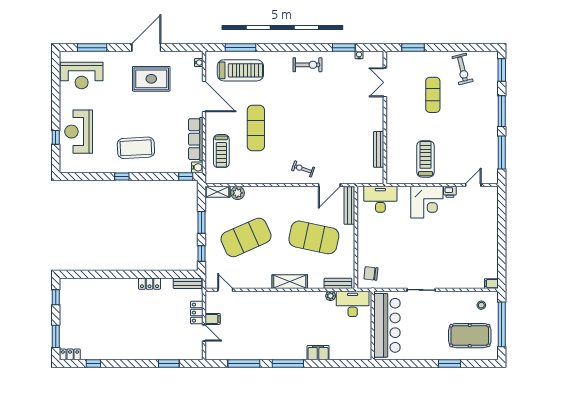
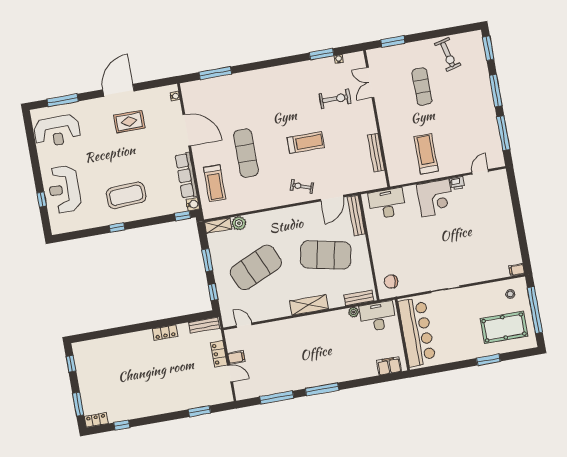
exercise bike: (307, 65) -> (335, 99), moved
treadmill: (240, 70) -> (306, 142), moved, width x0.73, depth x0.73
rug: (151, 79) -> (129, 122), width x0.73, depth x0.70
filing cabinet: (318, 353) -> (389, 366), moved

